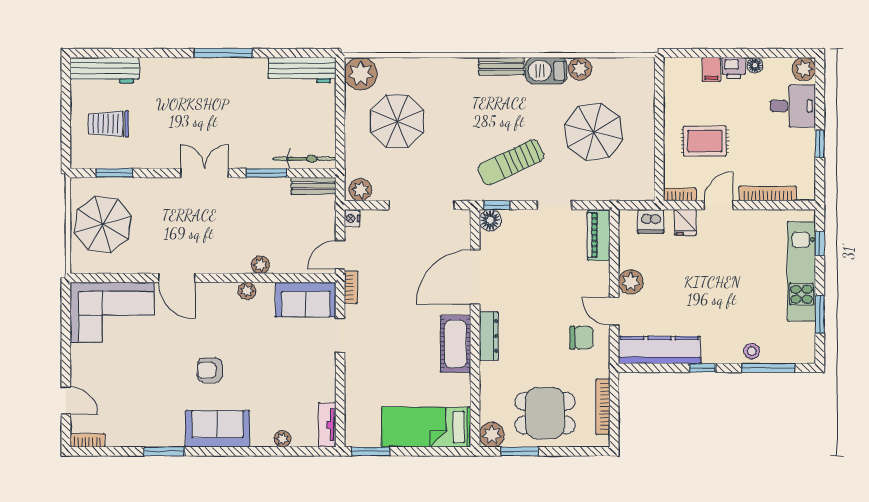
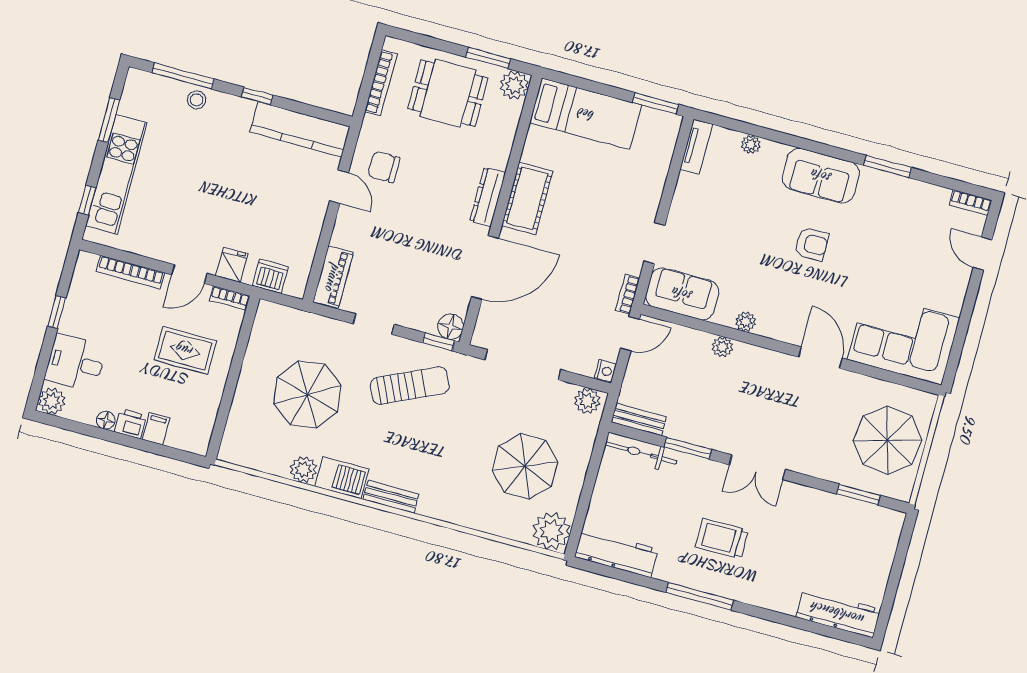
trolley: (108, 124) -> (722, 539), moved, turned 180
plant: (631, 282) -> (311, 215), removed

